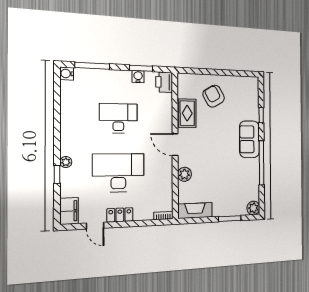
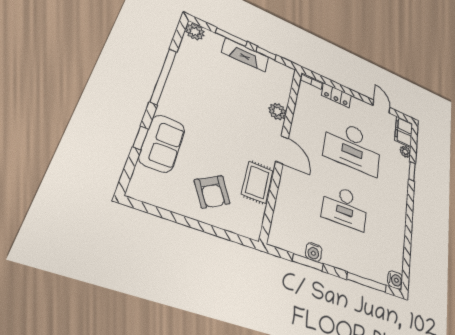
printer: (164, 82) -> (280, 234), removed
sofa: (249, 139) -> (162, 143), moved
plant: (66, 162) -> (405, 152), moved
fireplace: (195, 211) -> (245, 55), moved
locker: (120, 215) -> (336, 95), moved
window: (203, 220) -> (266, 53), added

